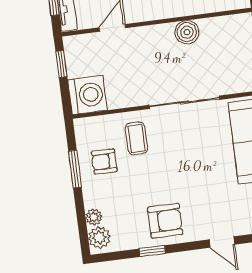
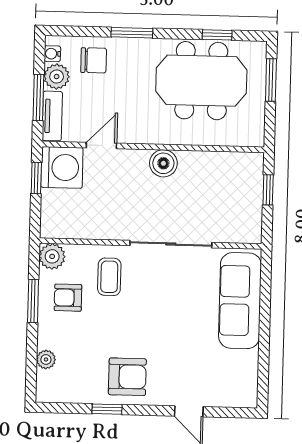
boiler: (187, 32) -> (163, 163), moved
washing machine: (87, 95) -> (62, 167), moved
plant: (99, 238) -> (52, 256), moved

